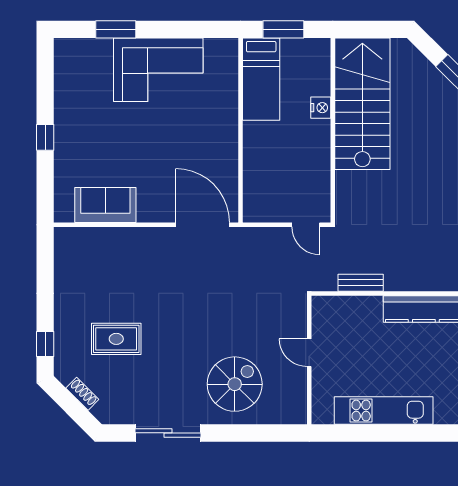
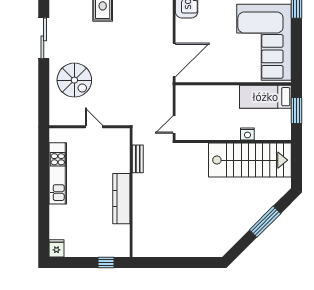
corner sofa: (158, 70) -> (264, 42), width x1.36, depth x1.36
door: (309, 353) -> (94, 127), hinge flipped

